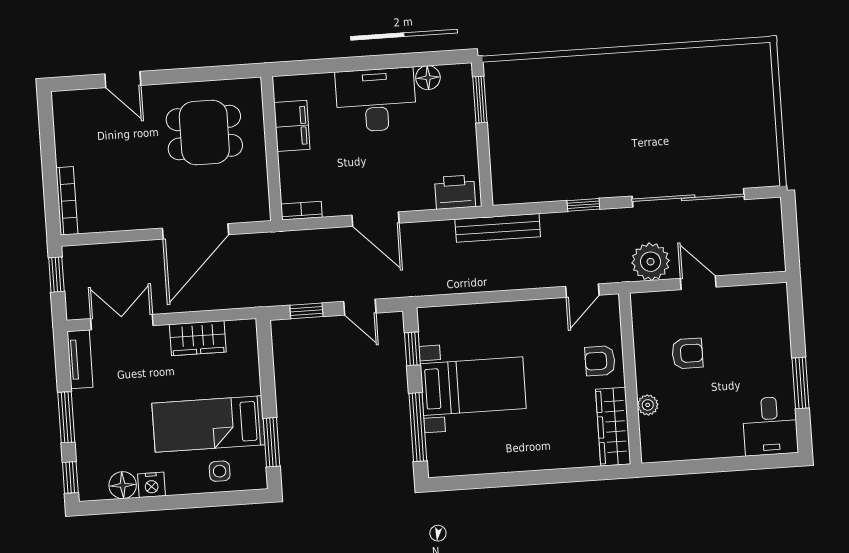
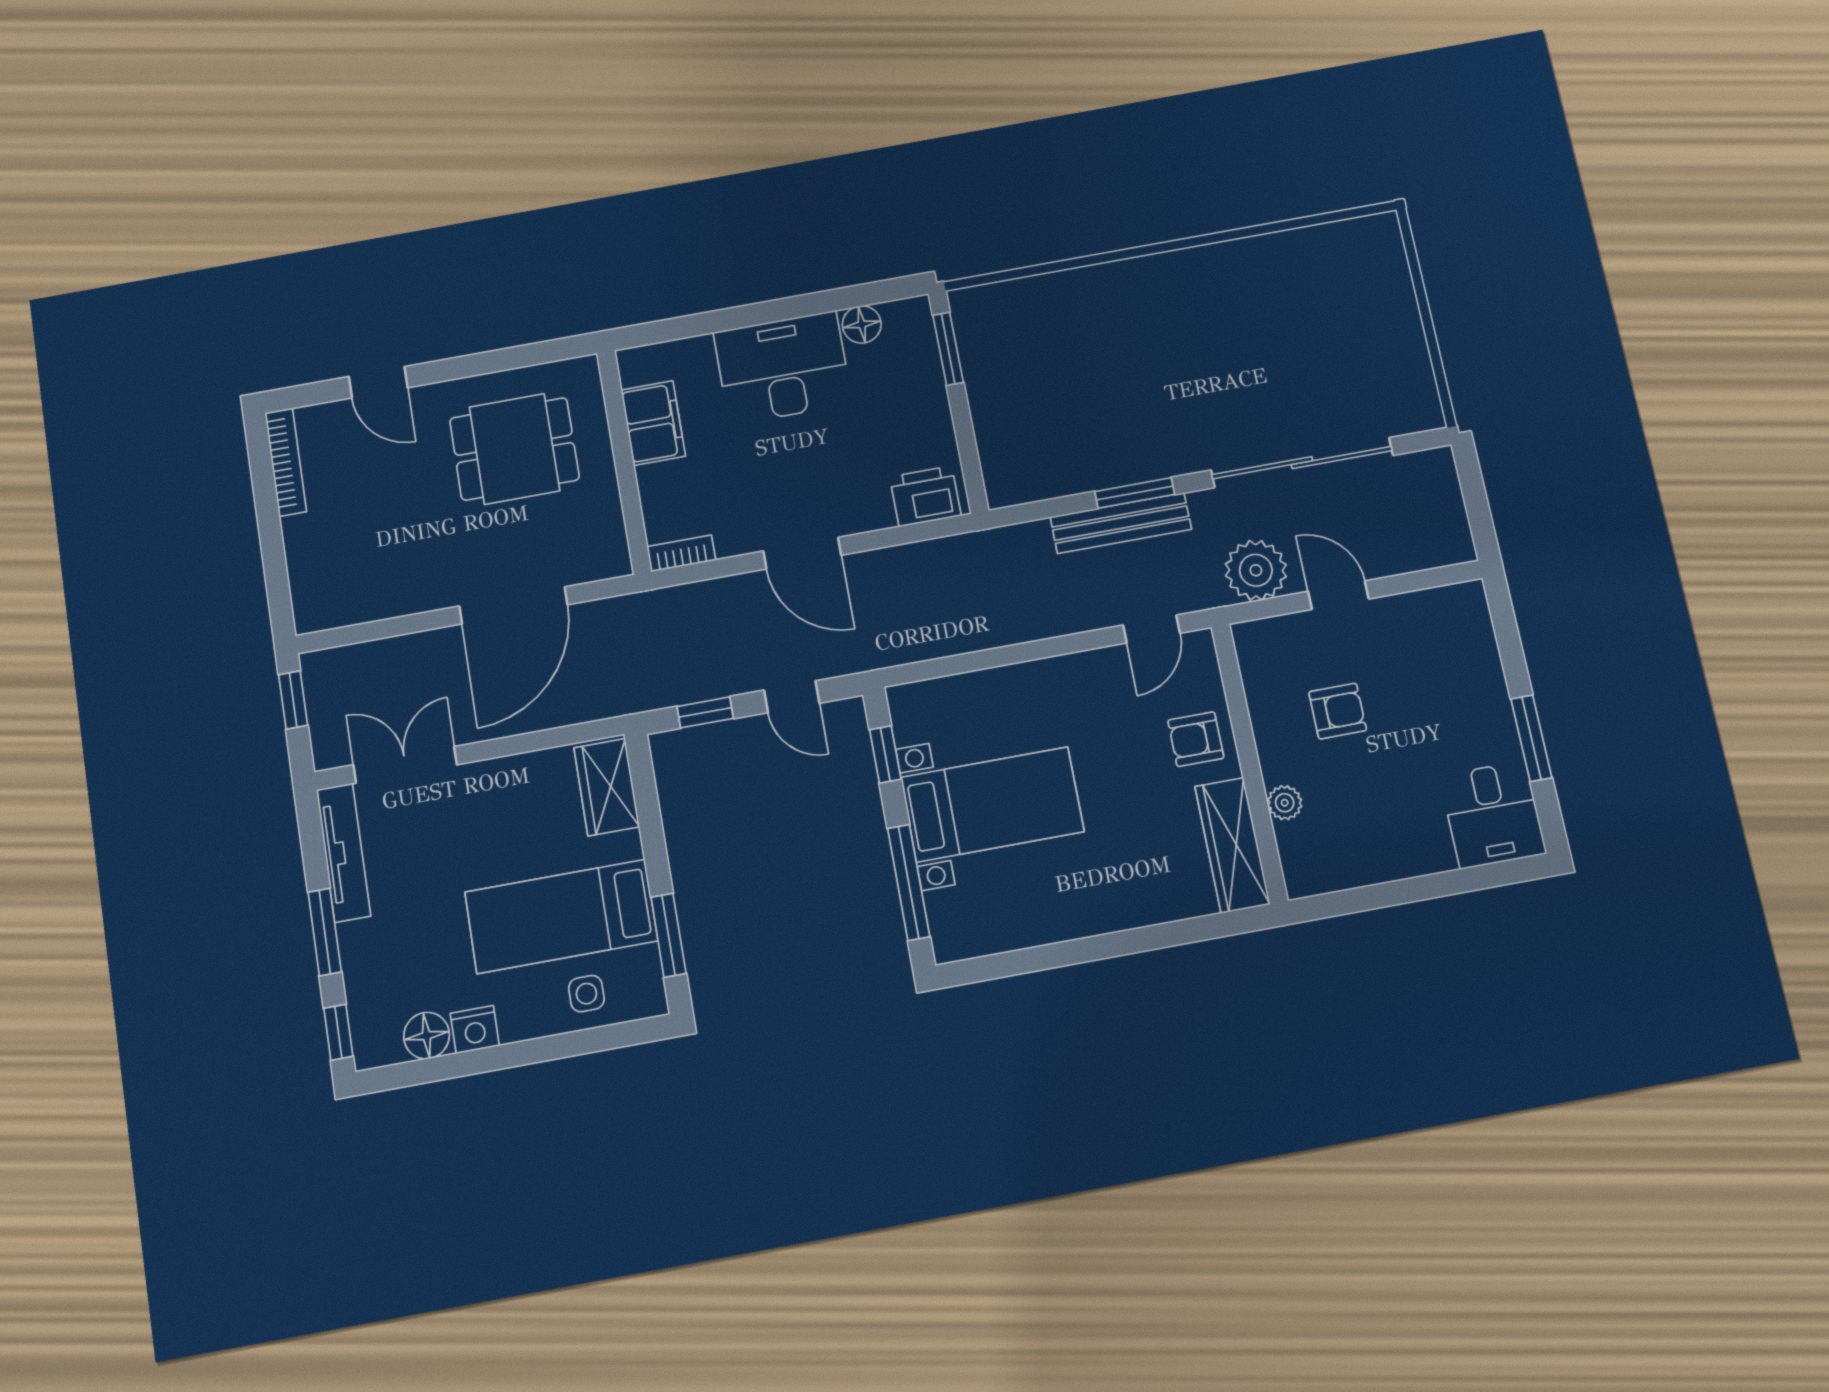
bookcase: (67, 201) -> (286, 462), moved
window: (583, 205) -> (1135, 493), width x1.50
bench: (498, 228) -> (1121, 523), moved
wardrobe: (198, 338) -> (607, 787), moved, turned 90
tv unit: (80, 359) -> (344, 853), width x1.41

